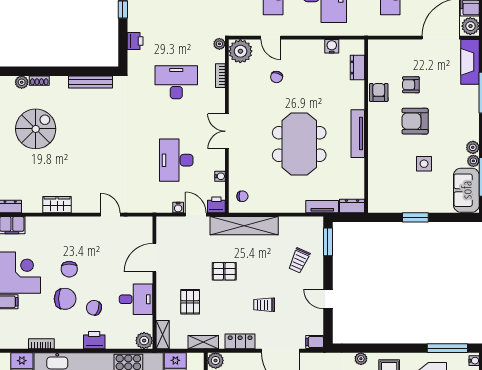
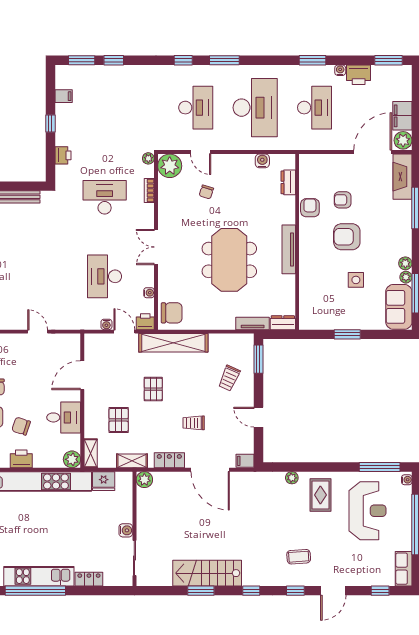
chair: (242, 196) -> (172, 313), width x1.87, depth x1.87
pallet: (224, 271) -> (153, 389), turned 90

